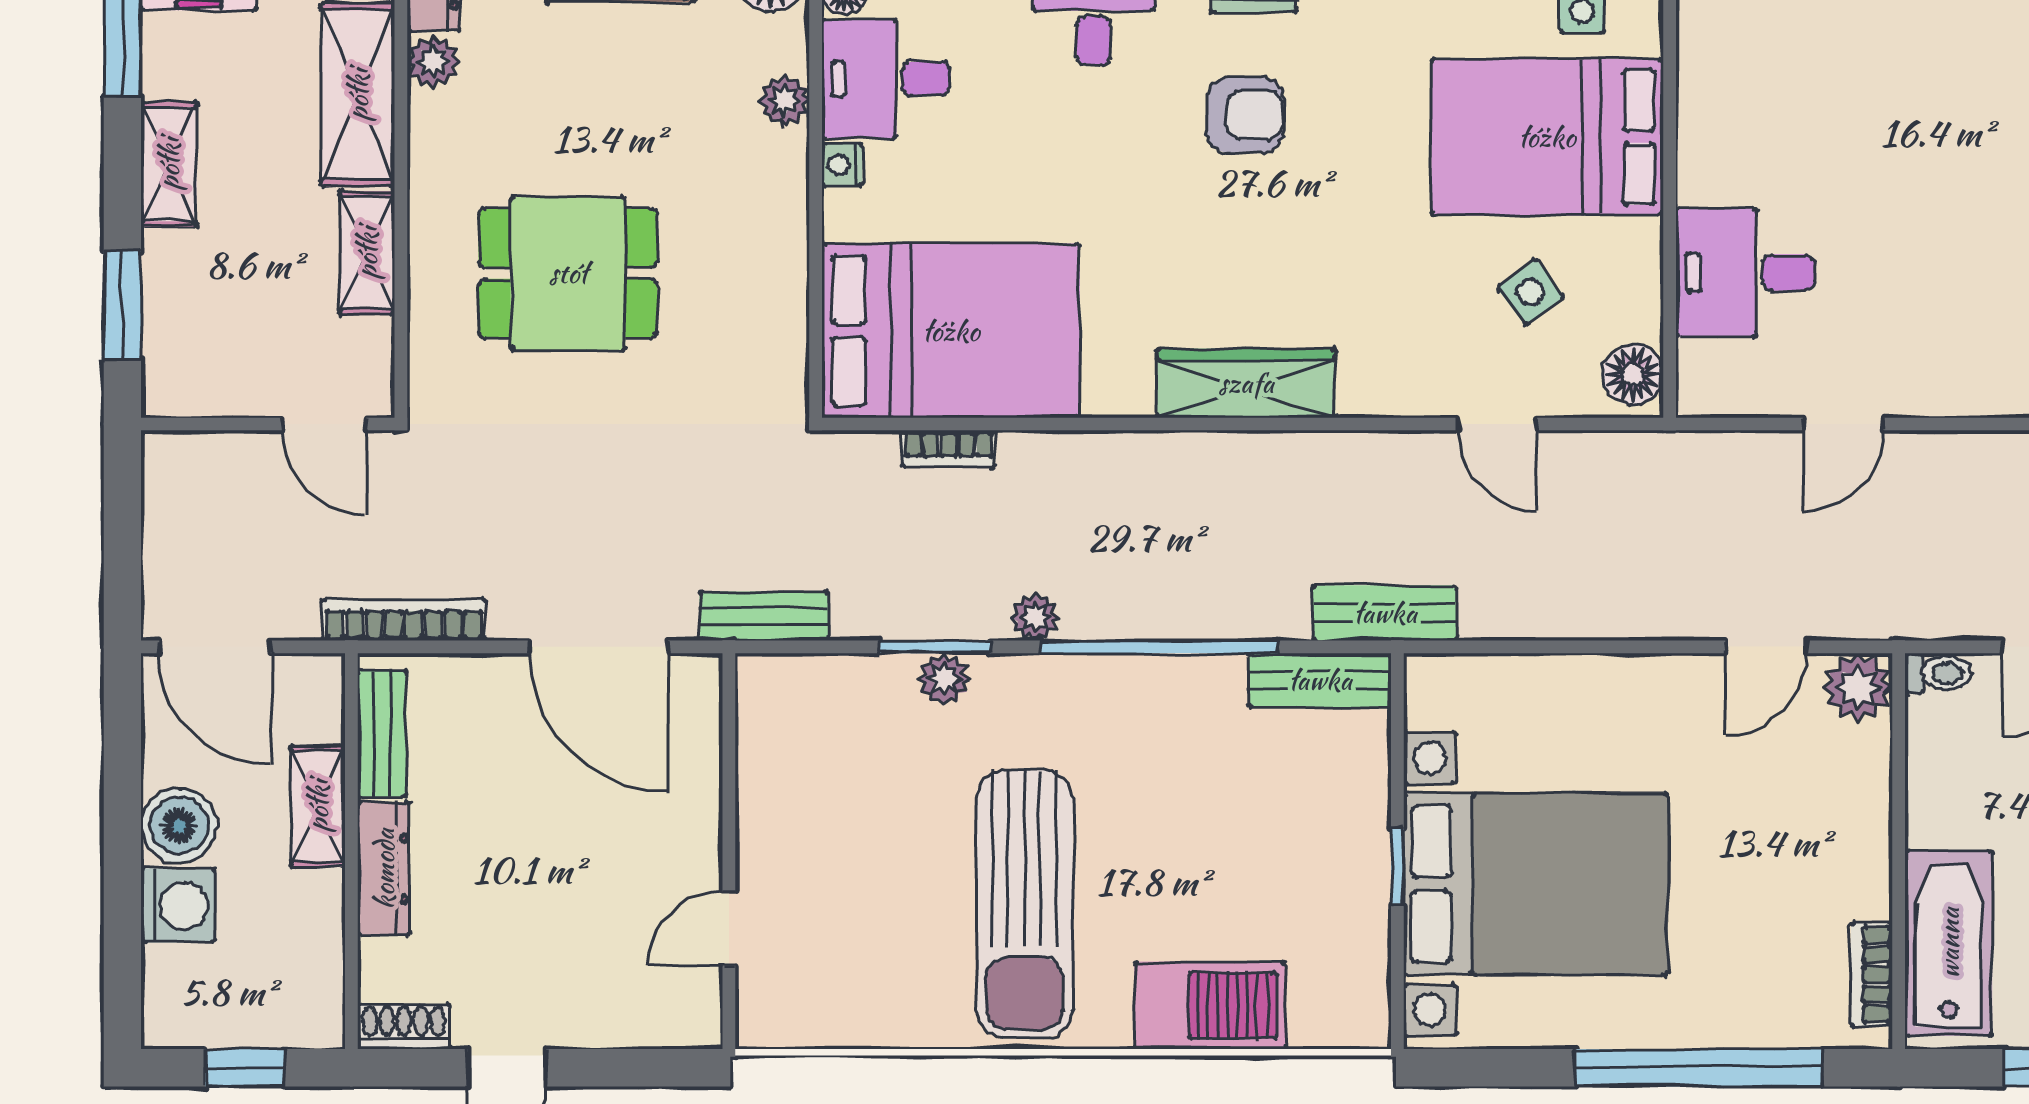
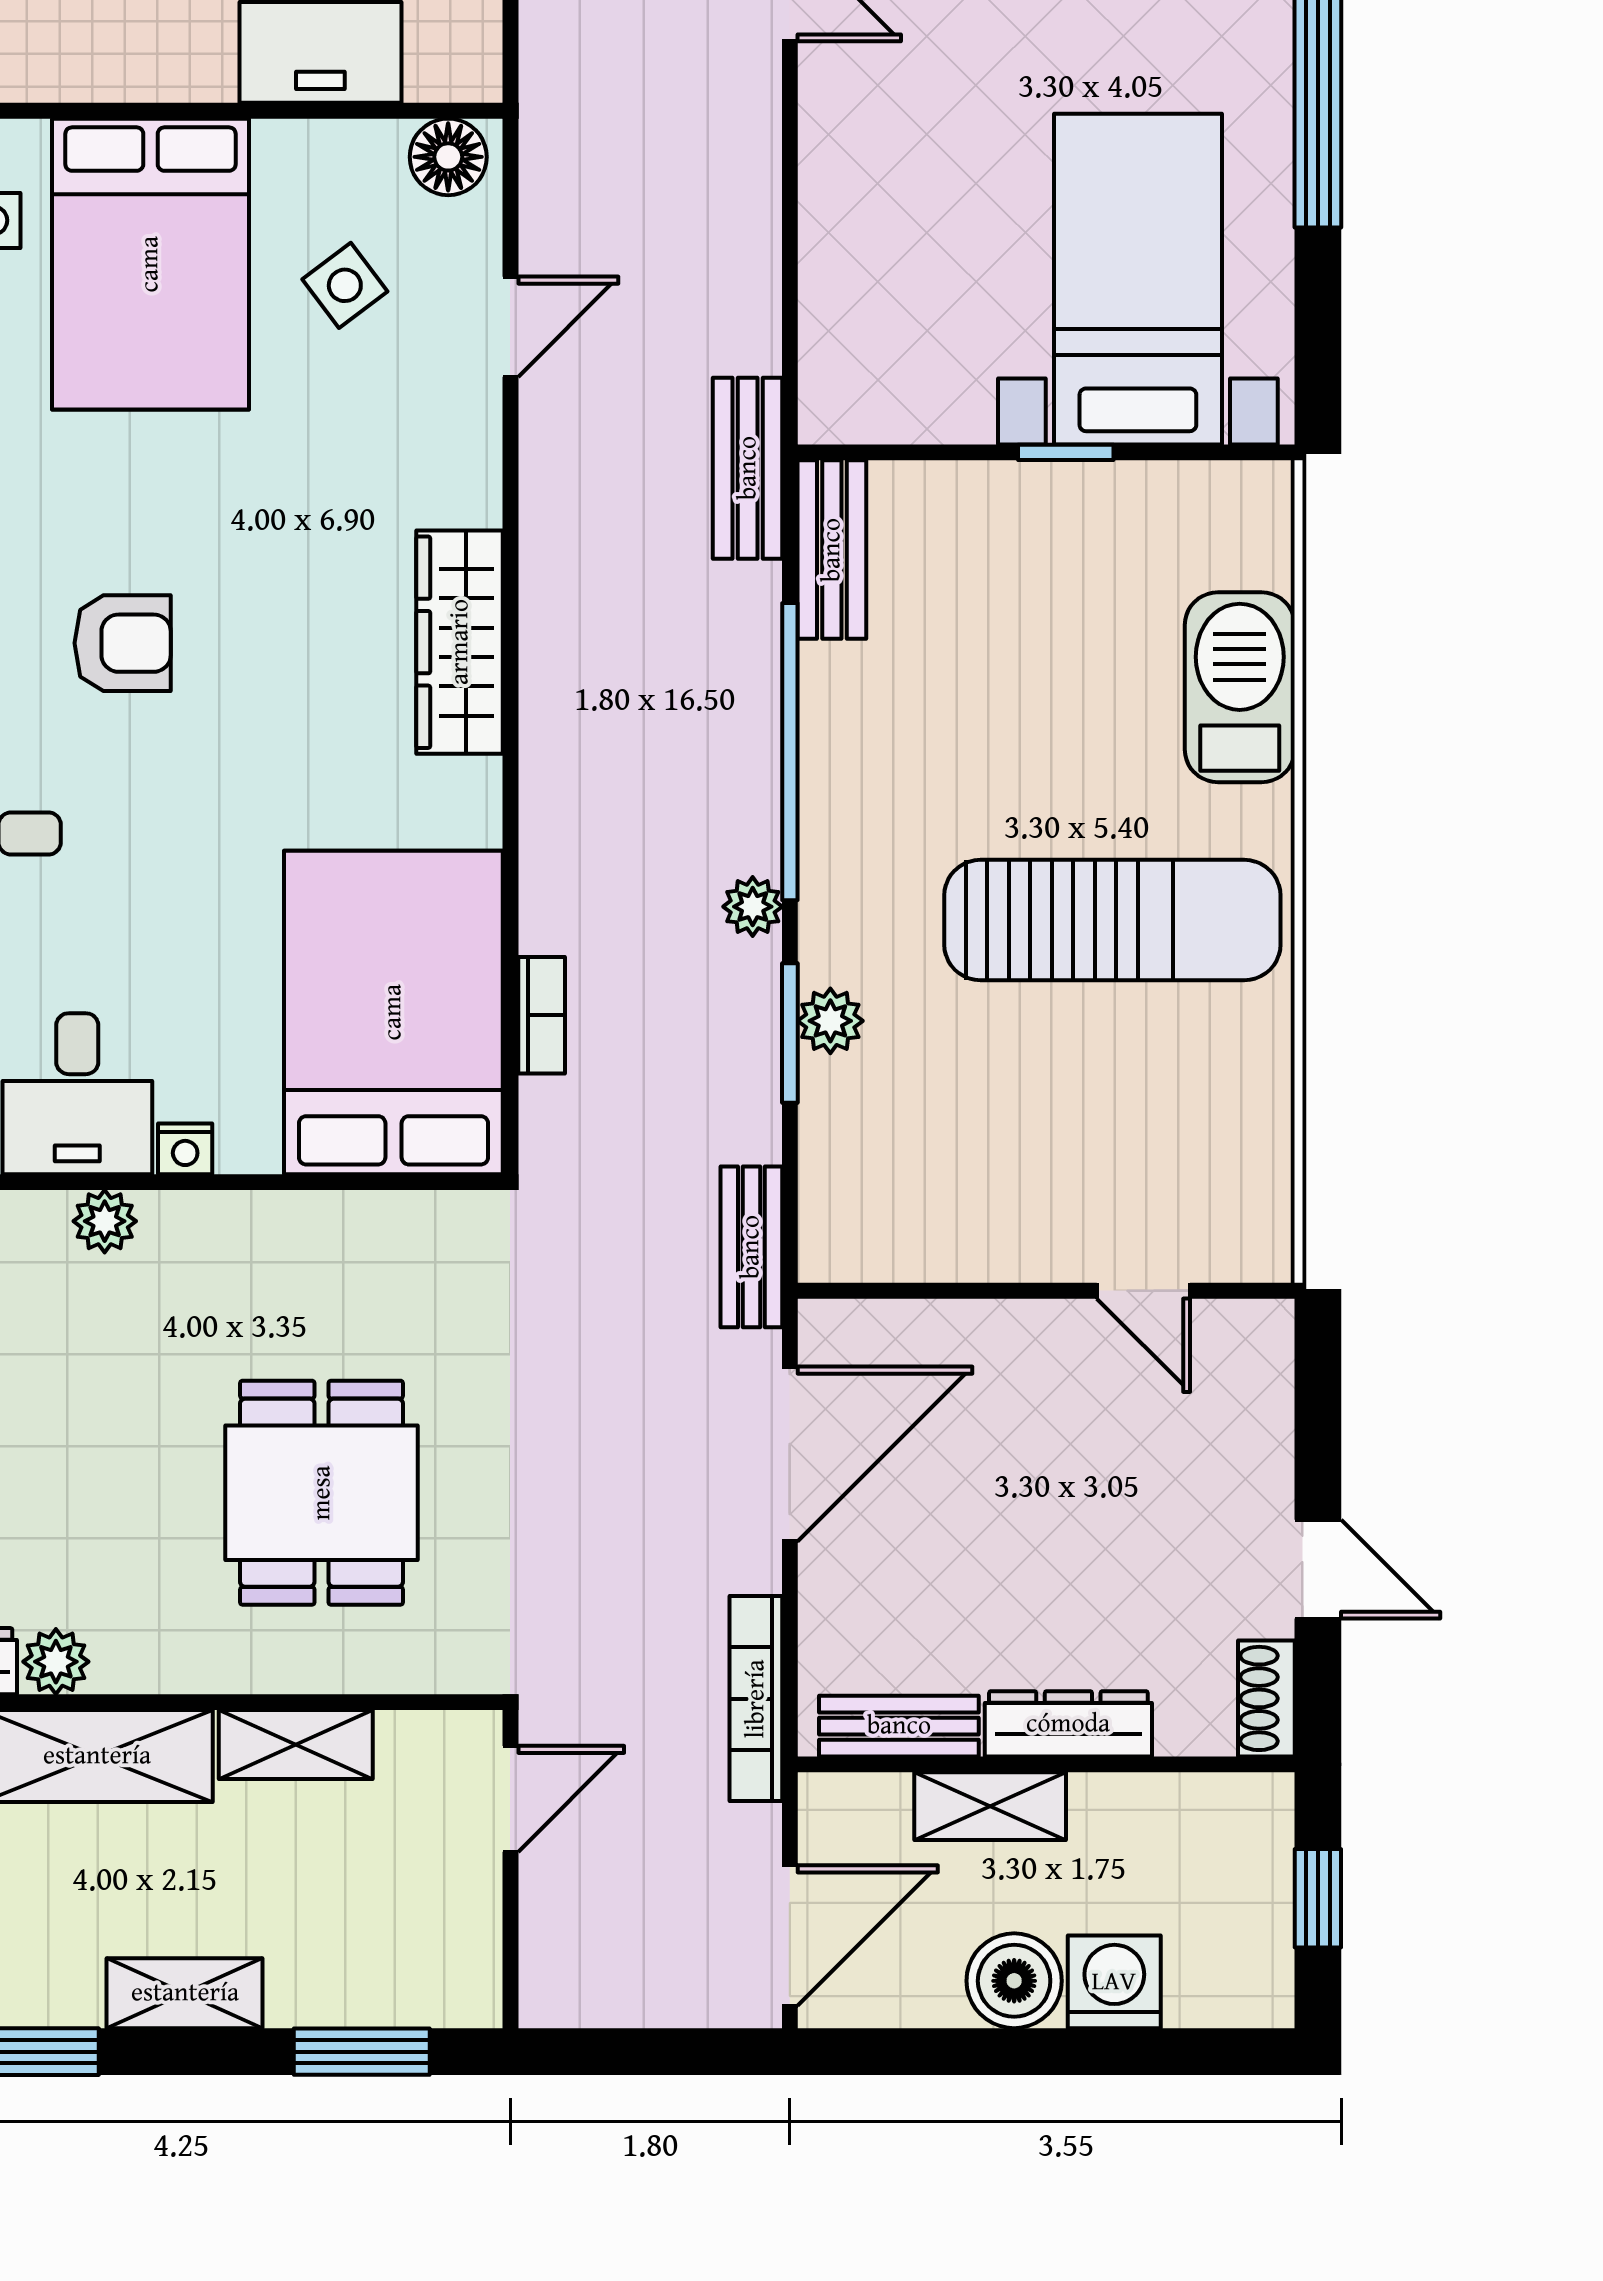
armchair: (1245, 115) -> (123, 643), turned 90
bed with nightstands: (1535, 884) -> (1138, 279), width x0.73

